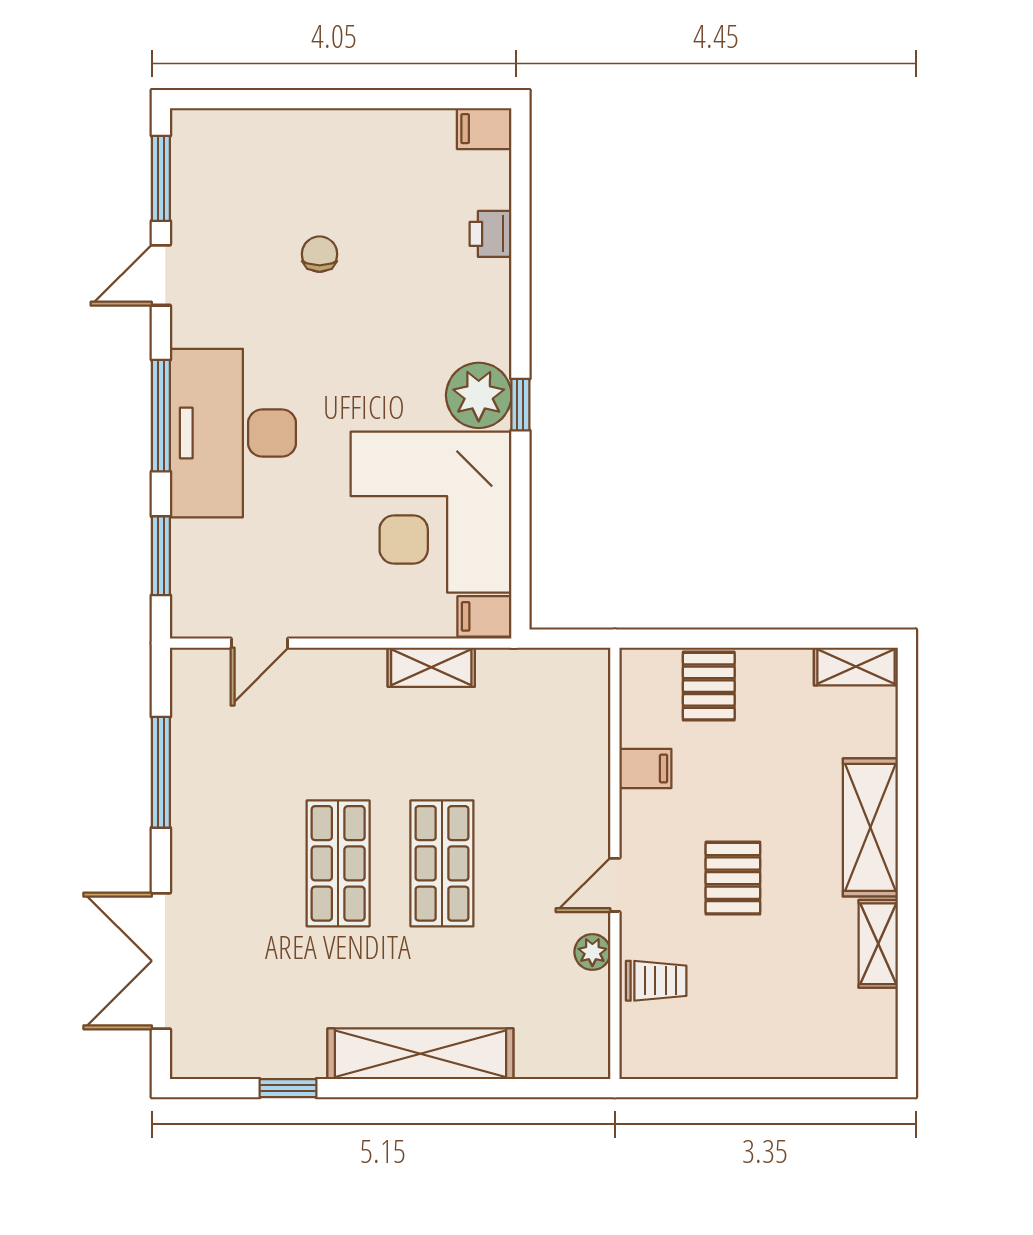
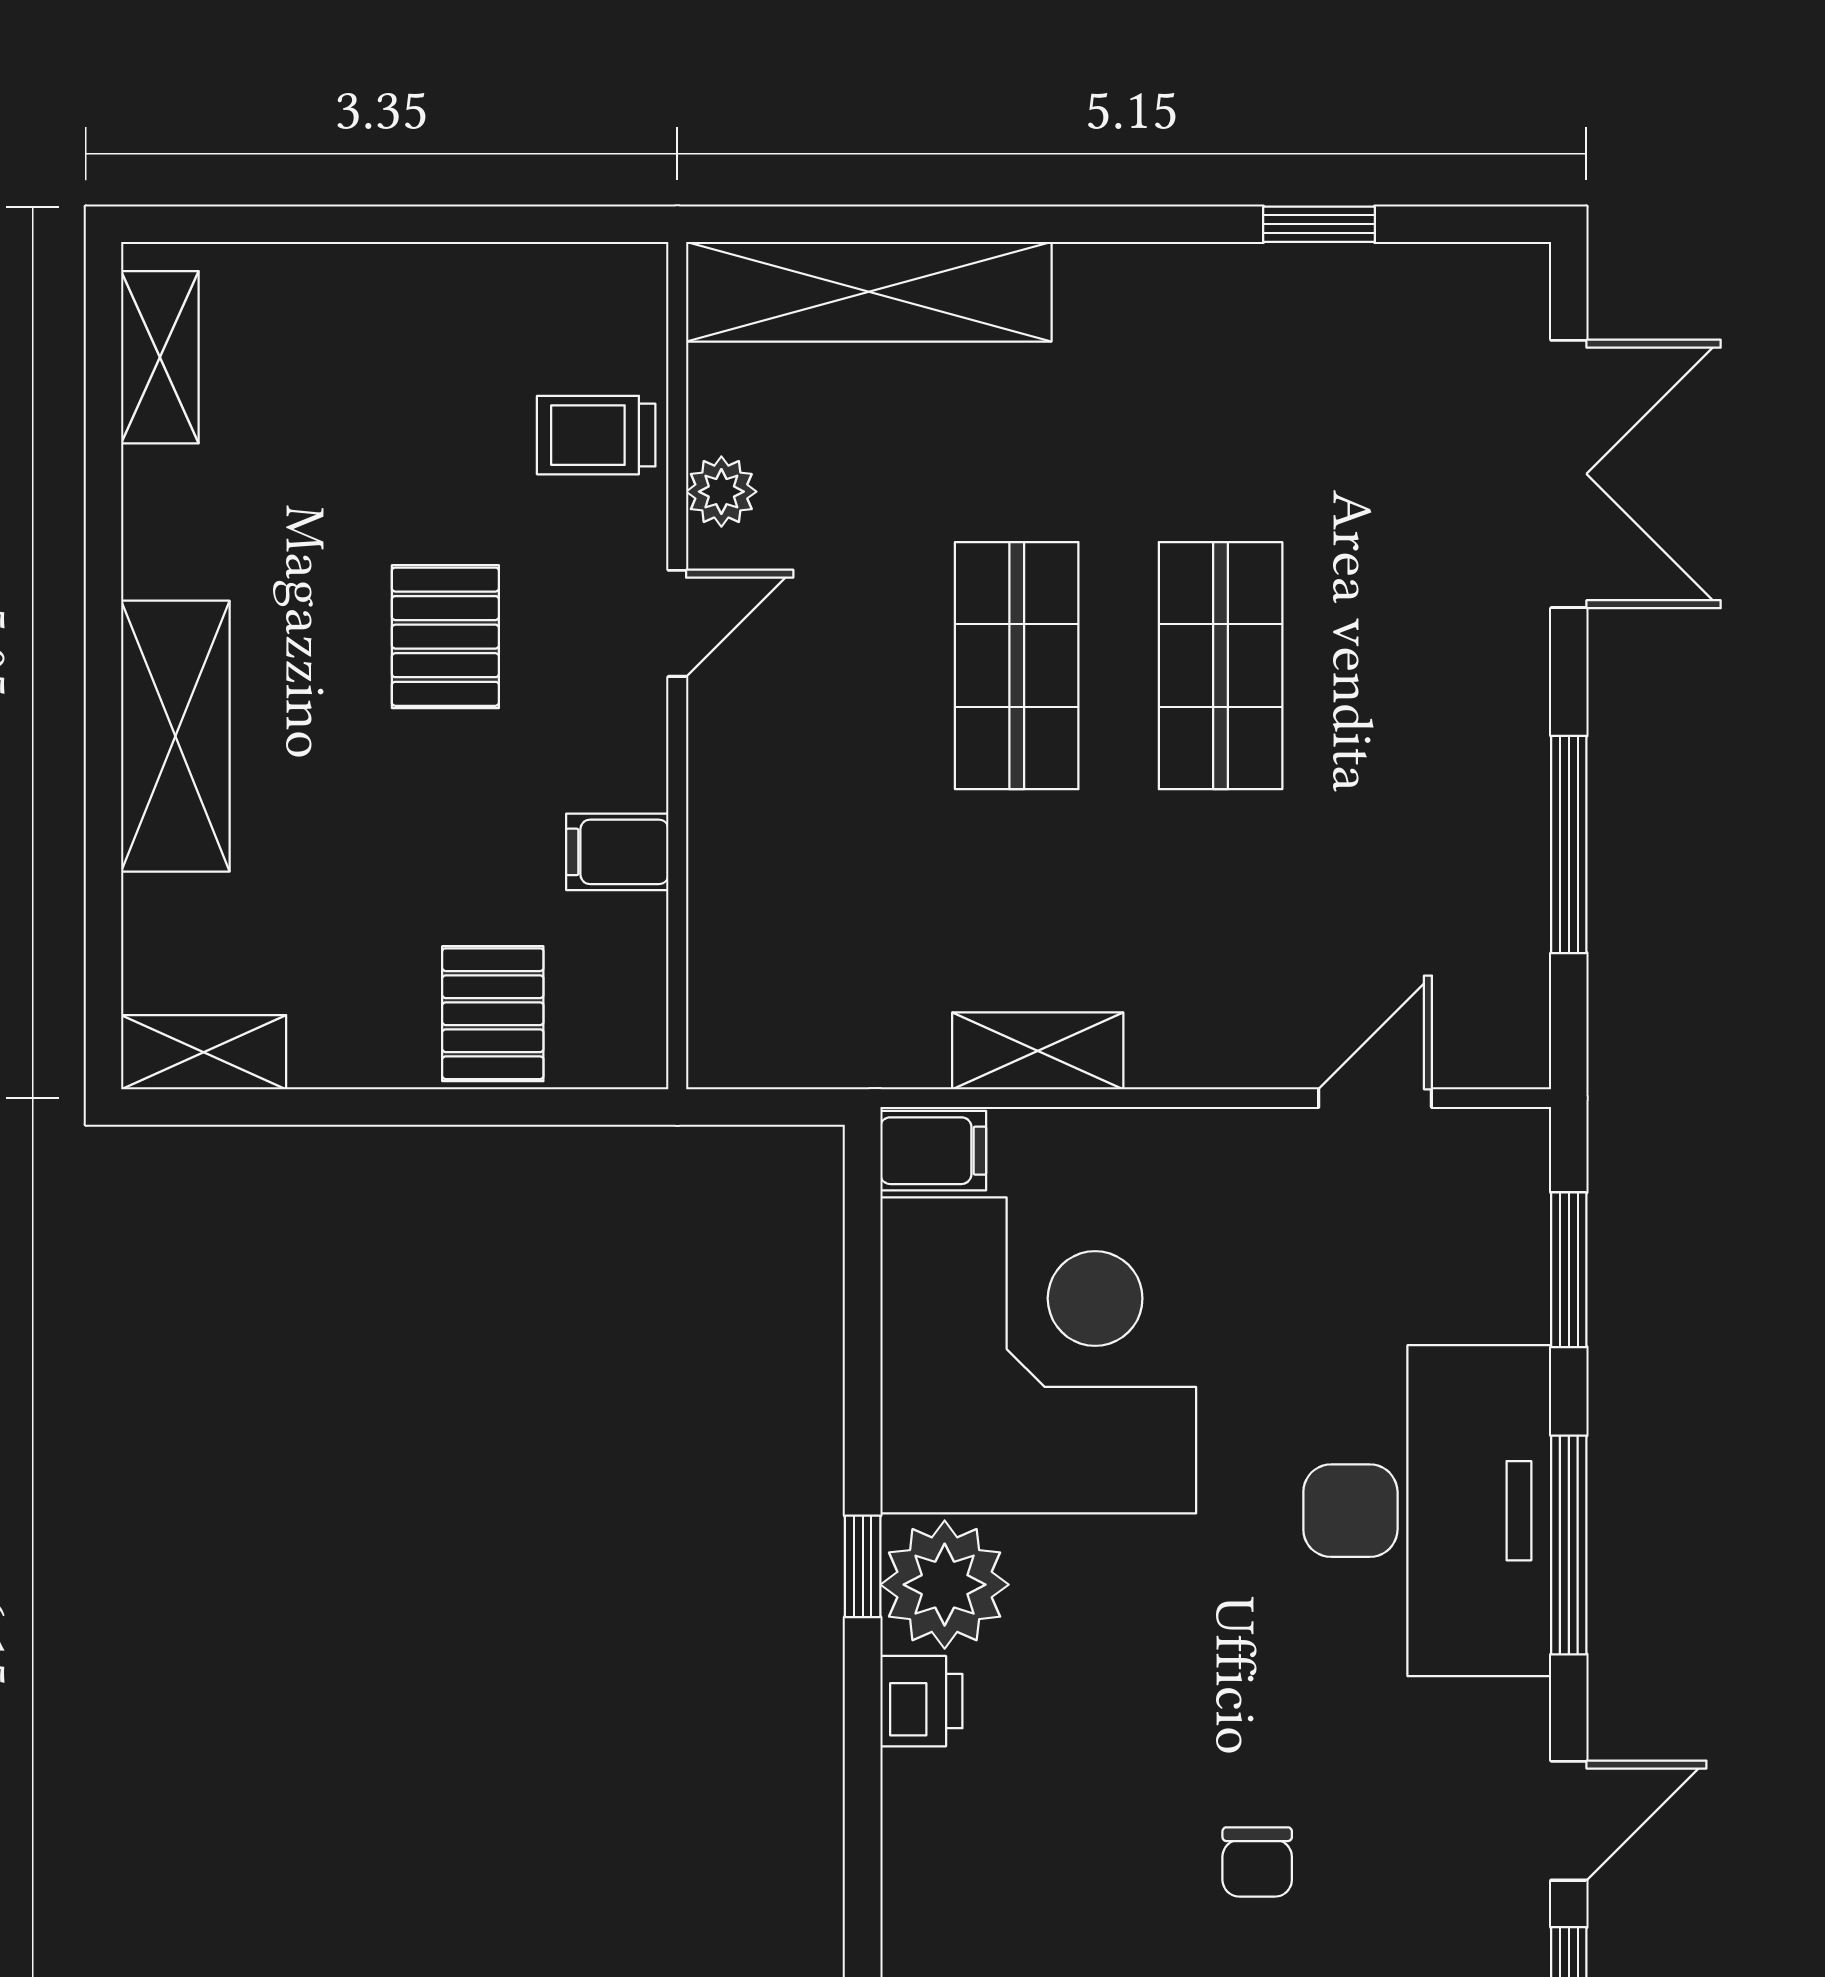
printer: (491, 234) -> (921, 1701), moved
shelving: (878, 944) -> (160, 357), moved
shelving: (420, 1054) -> (869, 292), moved

